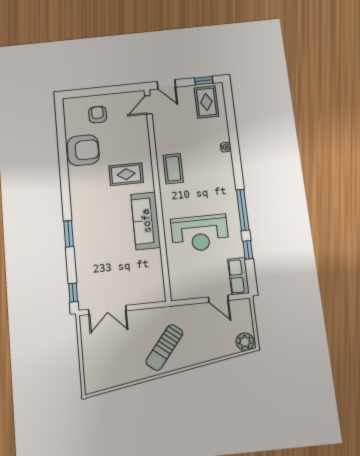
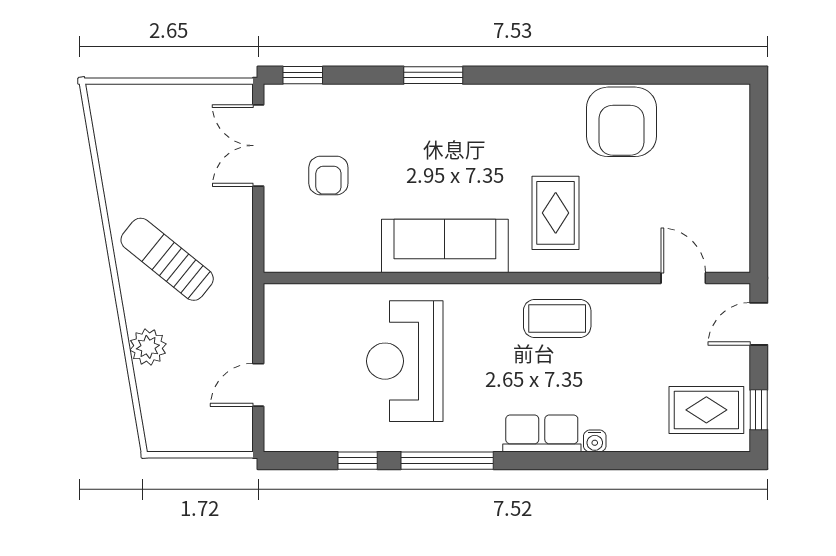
door: (148, 105) -> (683, 278), moved
armchair: (98, 115) -> (328, 175), moved, turned 90
row of seats: (238, 276) -> (542, 434), moved
plant: (245, 342) -> (148, 347), moved

